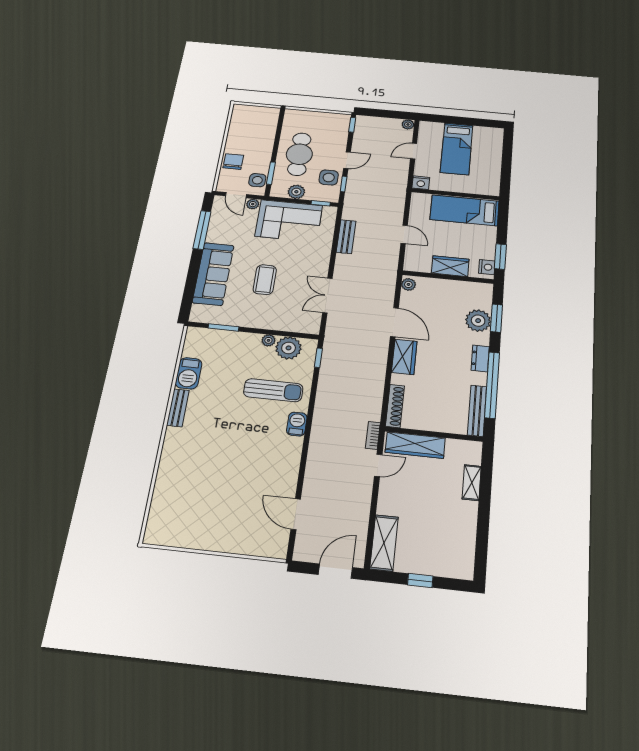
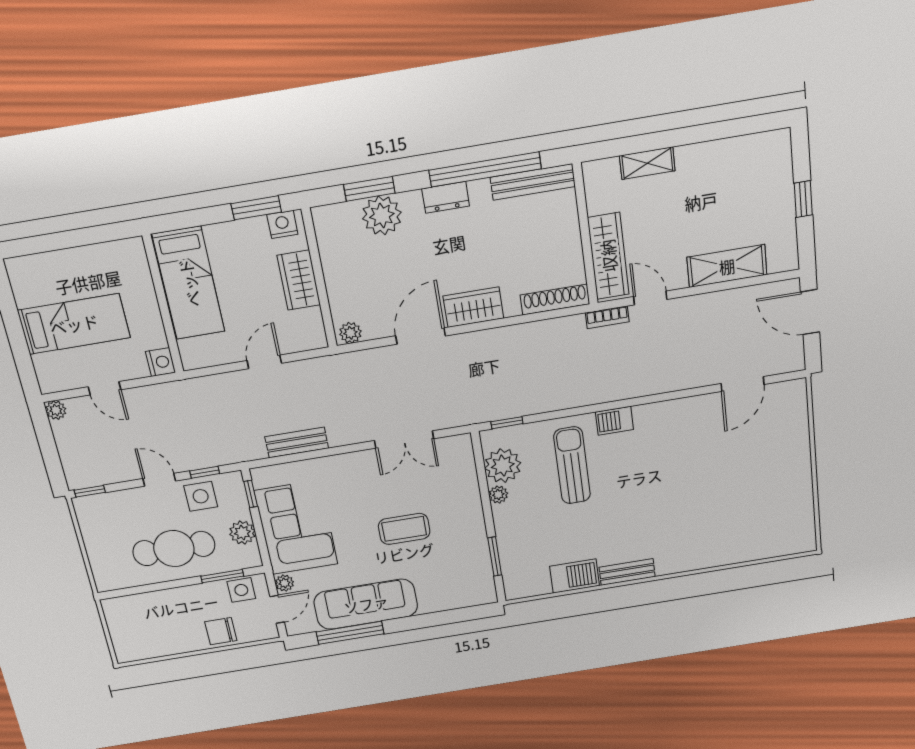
sofa: (213, 274) -> (366, 604), moved
shelving: (384, 543) -> (727, 266), moved

